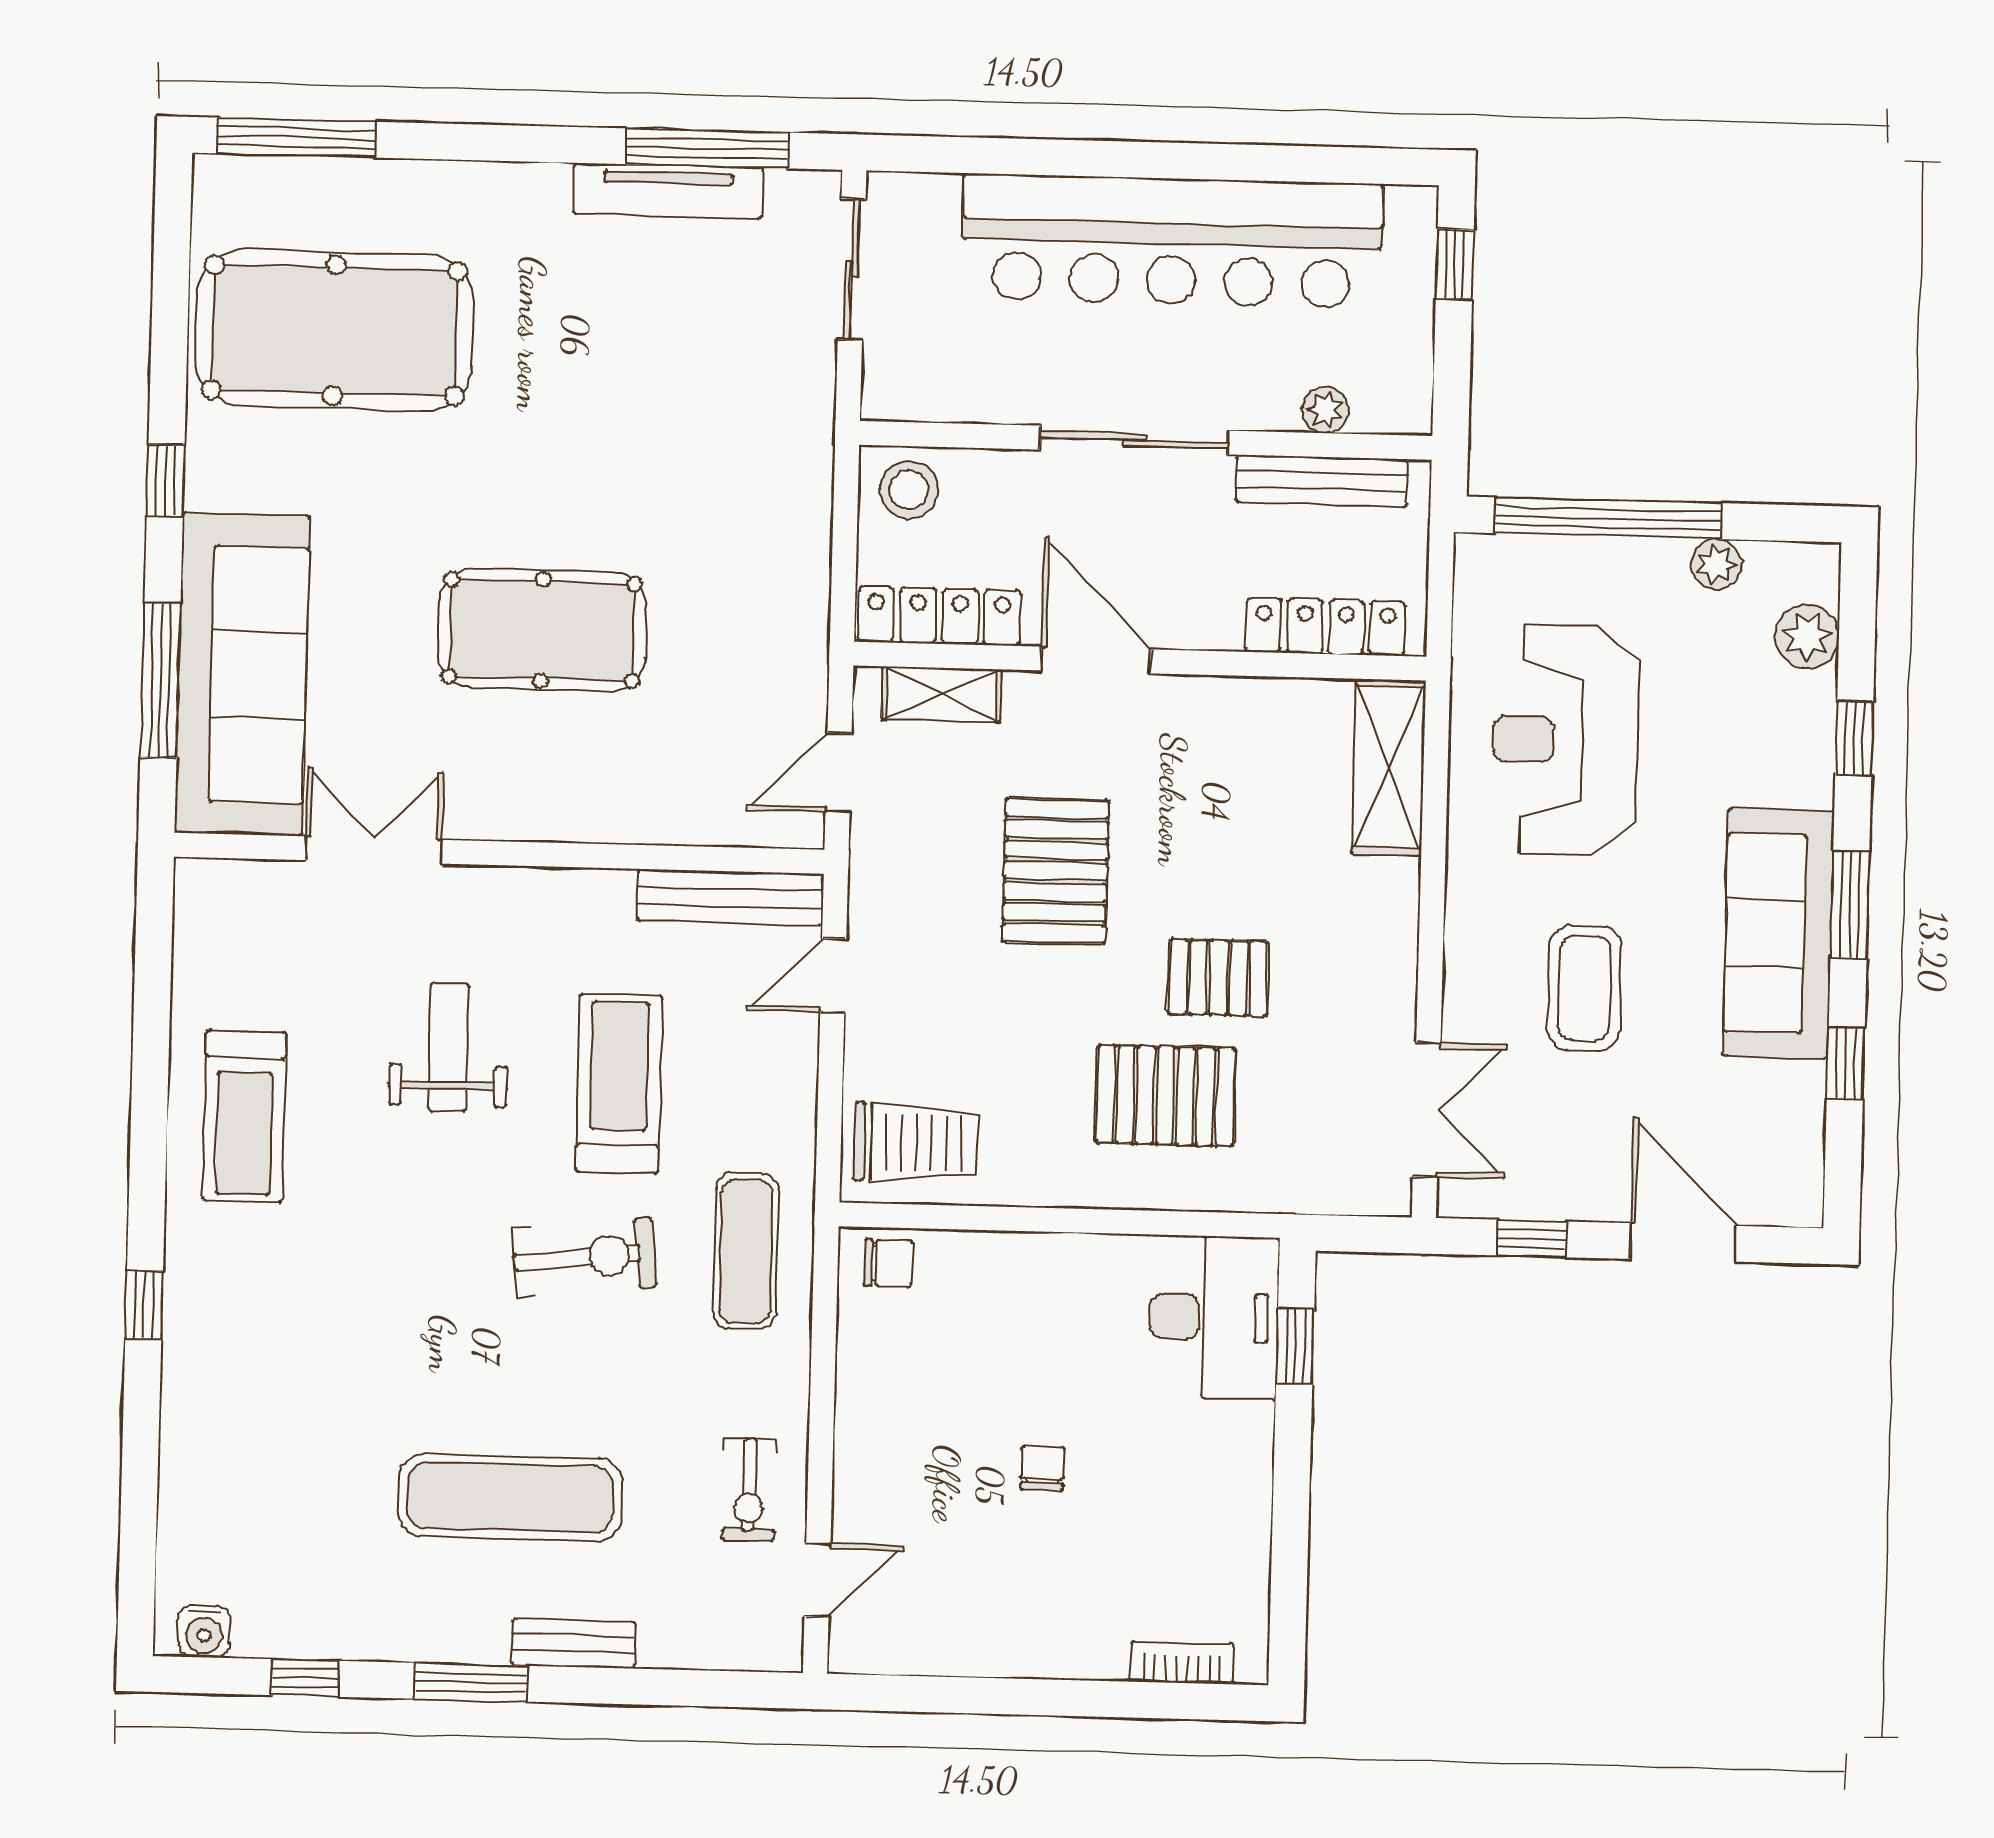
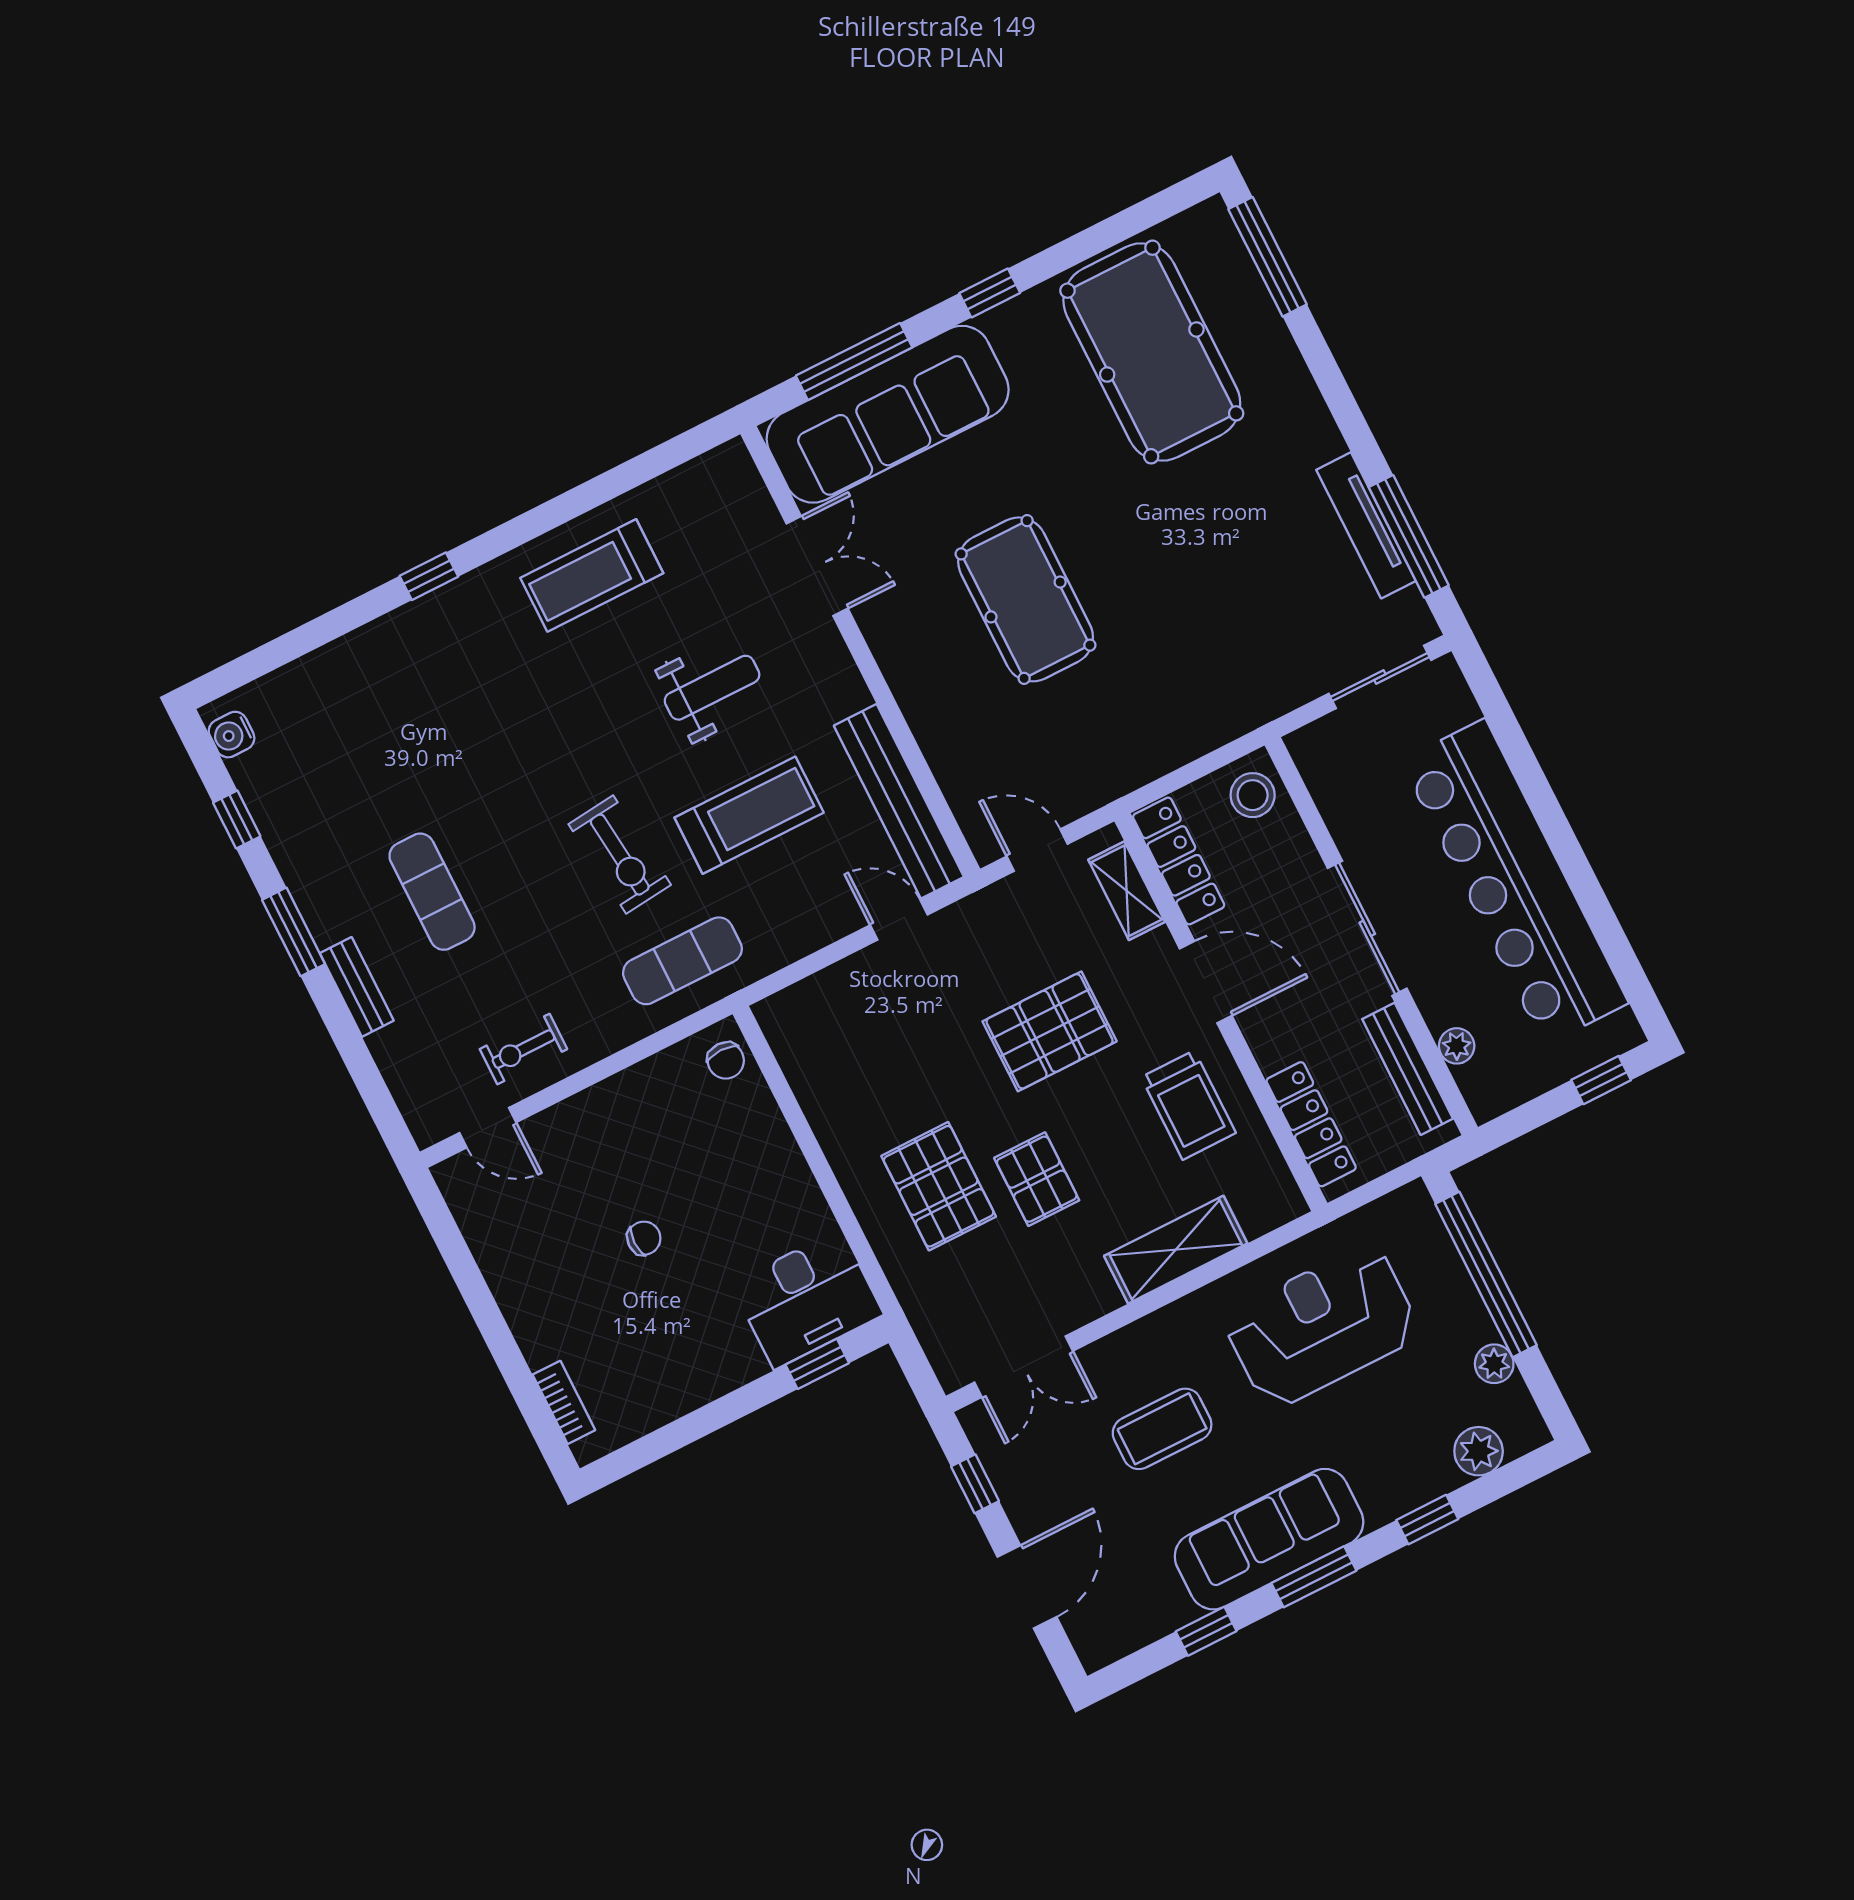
door: (1096, 660) -> (1206, 982), hinge flipped
shelving: (1389, 767) -> (1176, 1250), moved
bench: (730, 897) -> (899, 801), width x1.37, depth x1.21
trolley: (915, 1143) -> (1188, 1105), moved
exercise mat: (510, 1497) -> (432, 892), width x0.73, depth x0.69

